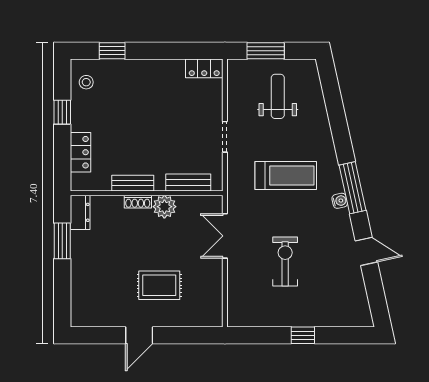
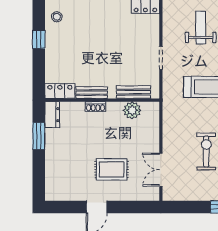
locker: (81, 152) -> (60, 91), moved, turned -90
plant: (164, 207) -> (132, 110), moved
double door: (225, 236) -> (161, 170), moved

